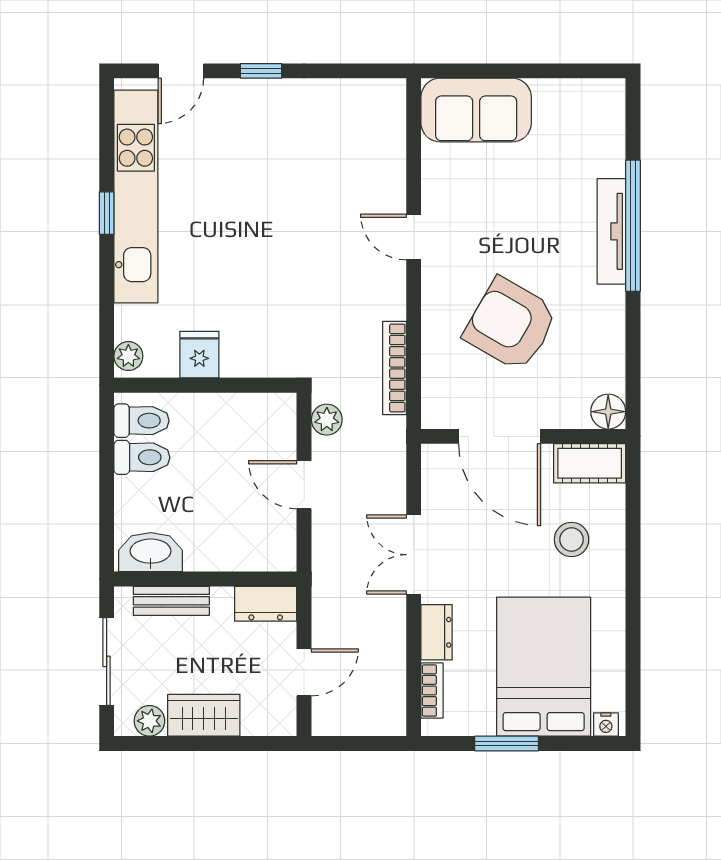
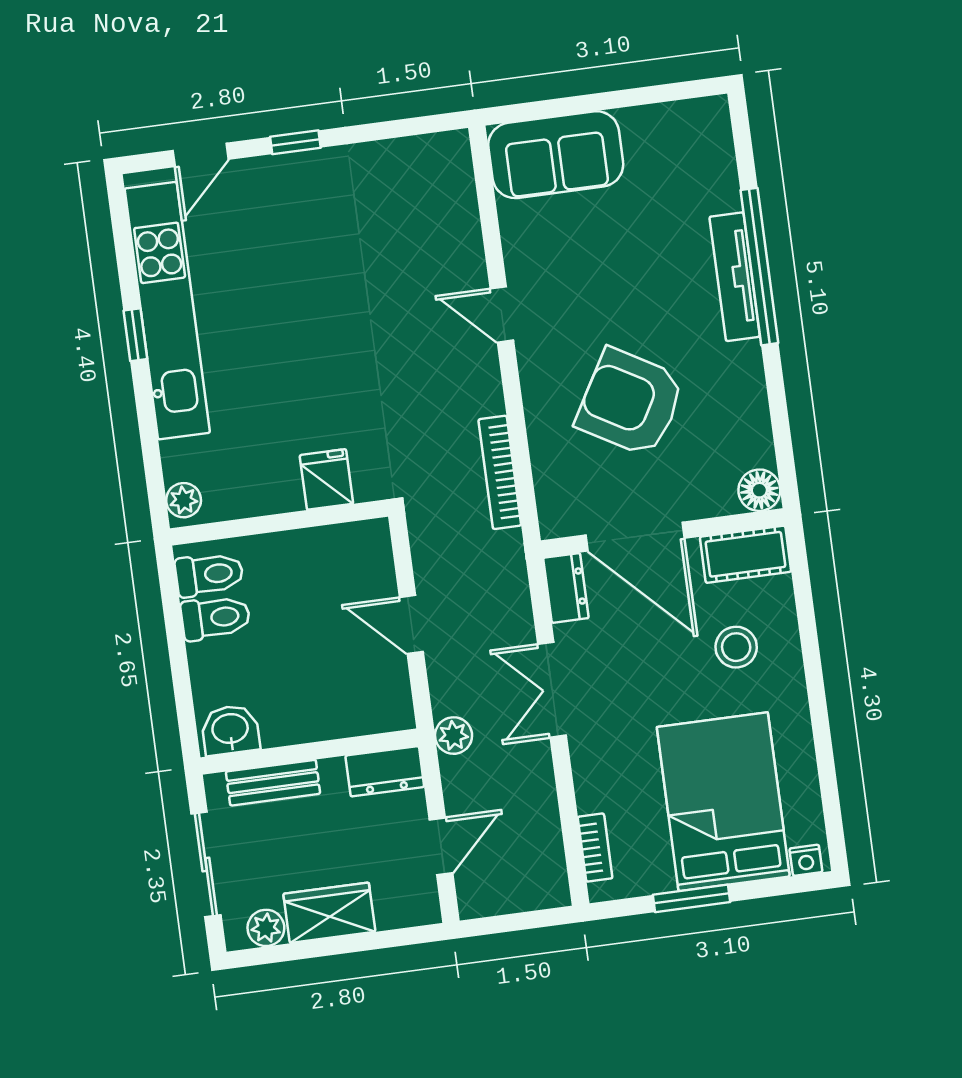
fridge: (199, 355) -> (326, 479), moved
plant: (327, 420) -> (454, 736), moved
washbasin: (151, 552) -> (230, 730), width x0.72
dresser: (437, 632) -> (566, 588), moved

